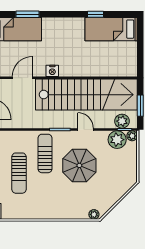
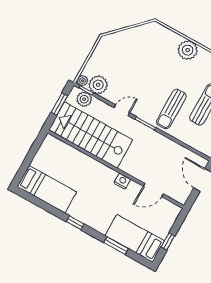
window: (96, 14) -> (75, 223), moved
stairs: (86, 95) -> (91, 135), width x0.73
door: (86, 130) -> (122, 110), swing flipped
parasol: (79, 165) -> (146, 81), removed
plant: (94, 214) -> (188, 50), moved, width x1.87, depth x1.87

